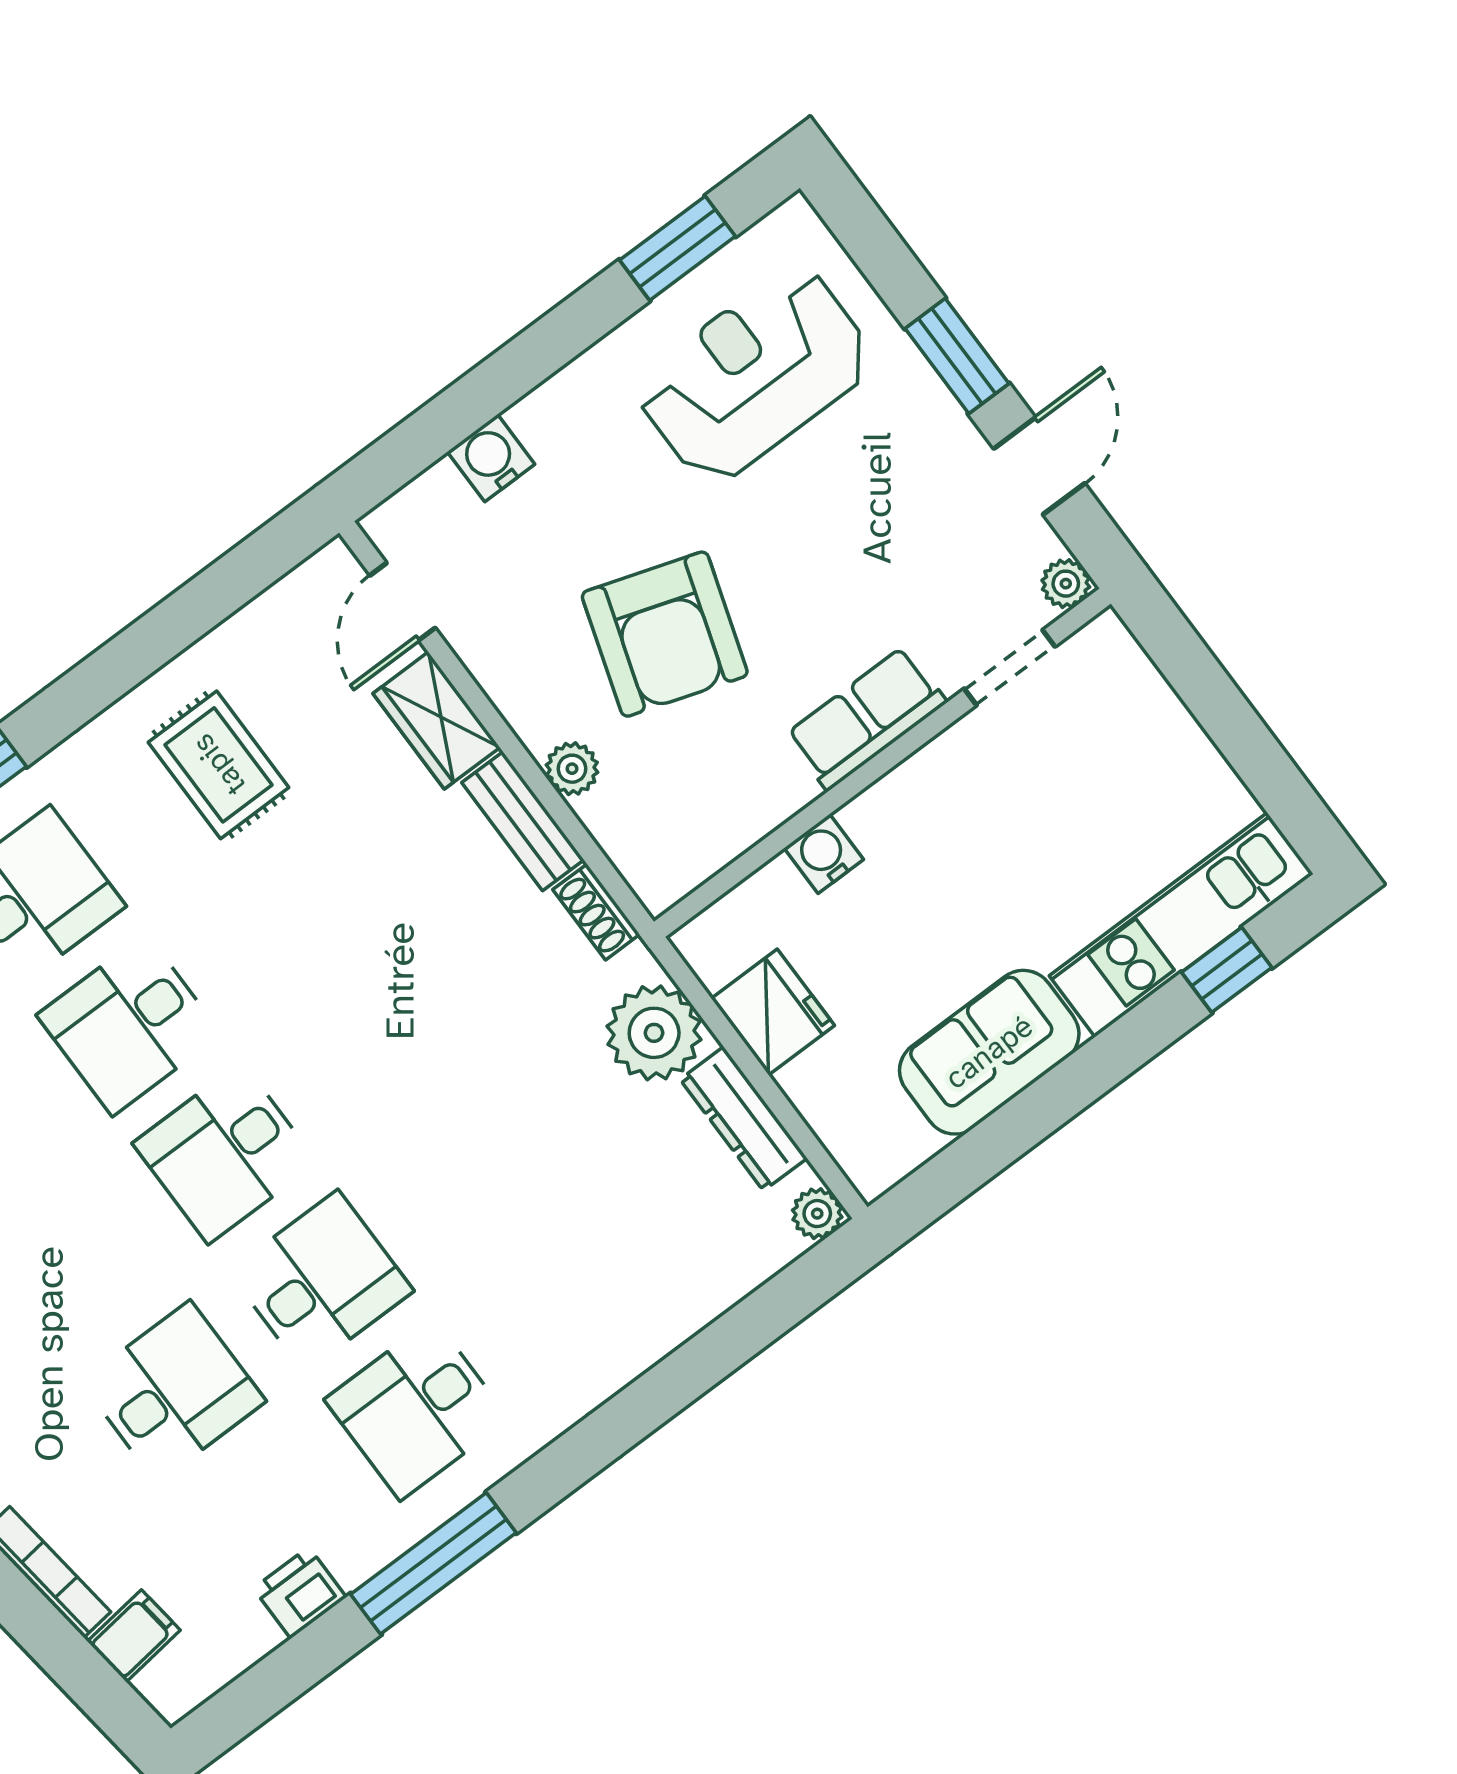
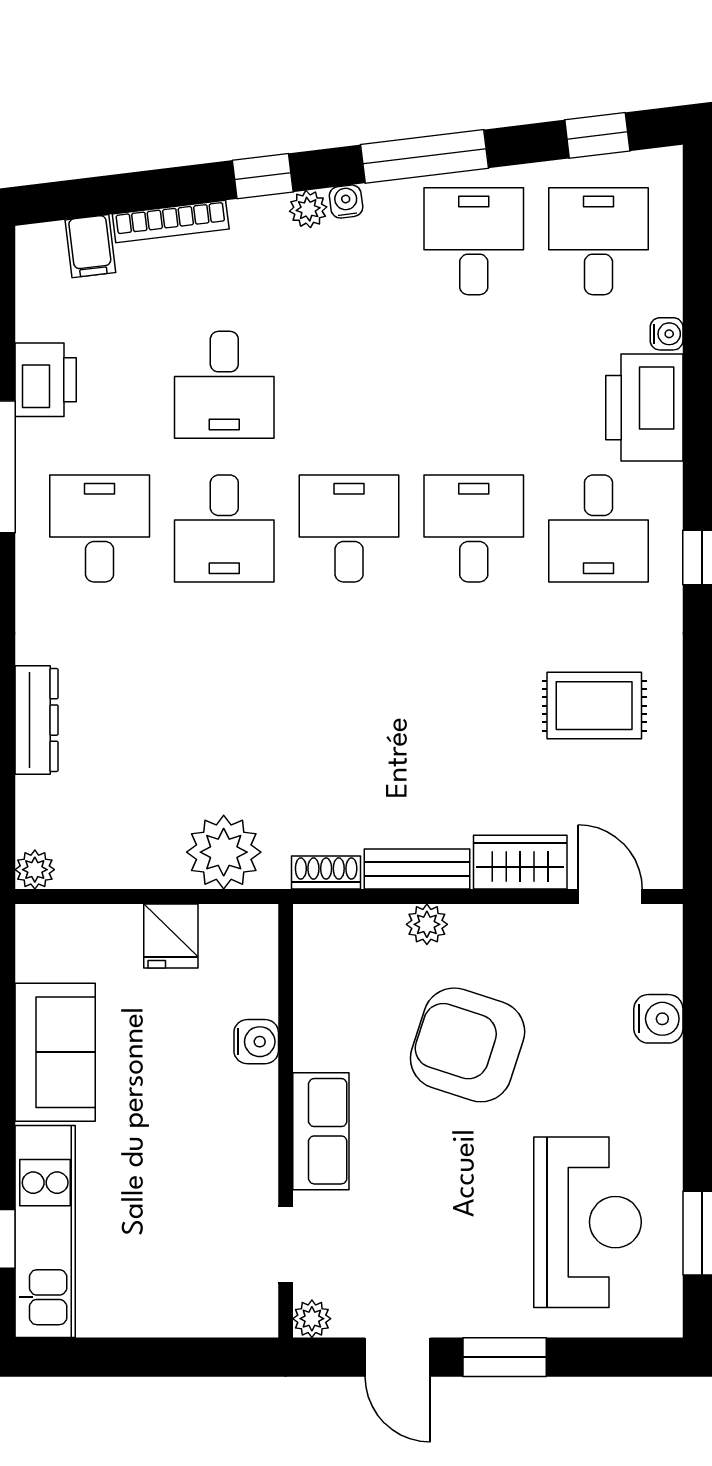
fridge: (773, 1012) -> (171, 936), width x0.72
dresser: (744, 1119) -> (37, 720), moved, turned 90
printer: (300, 1593) -> (46, 380), width x1.36, depth x1.24

